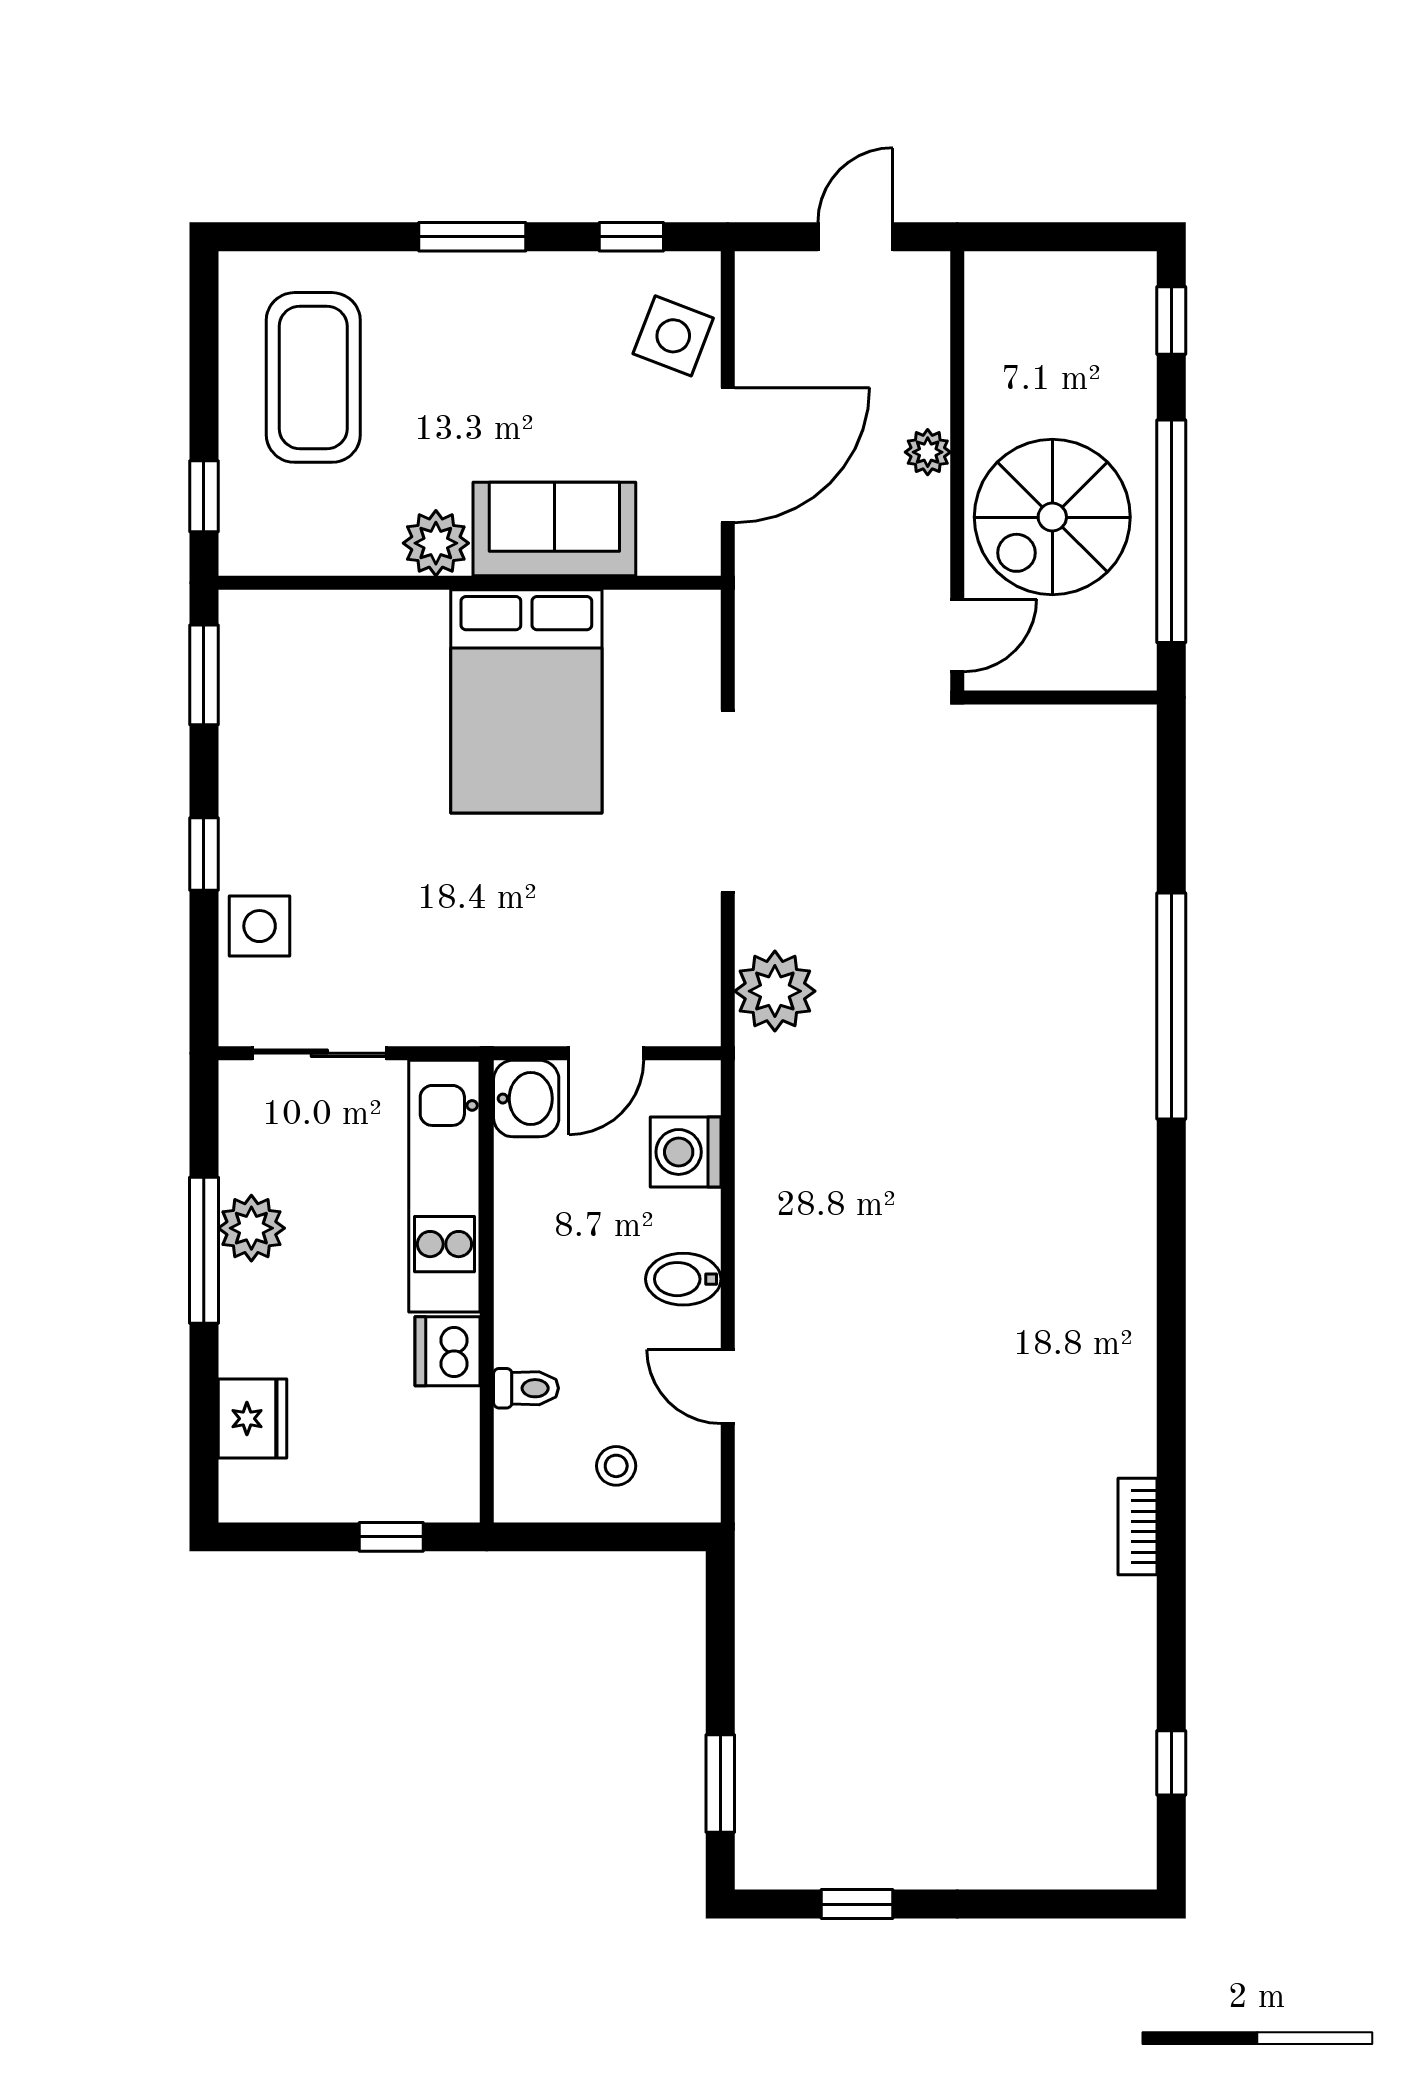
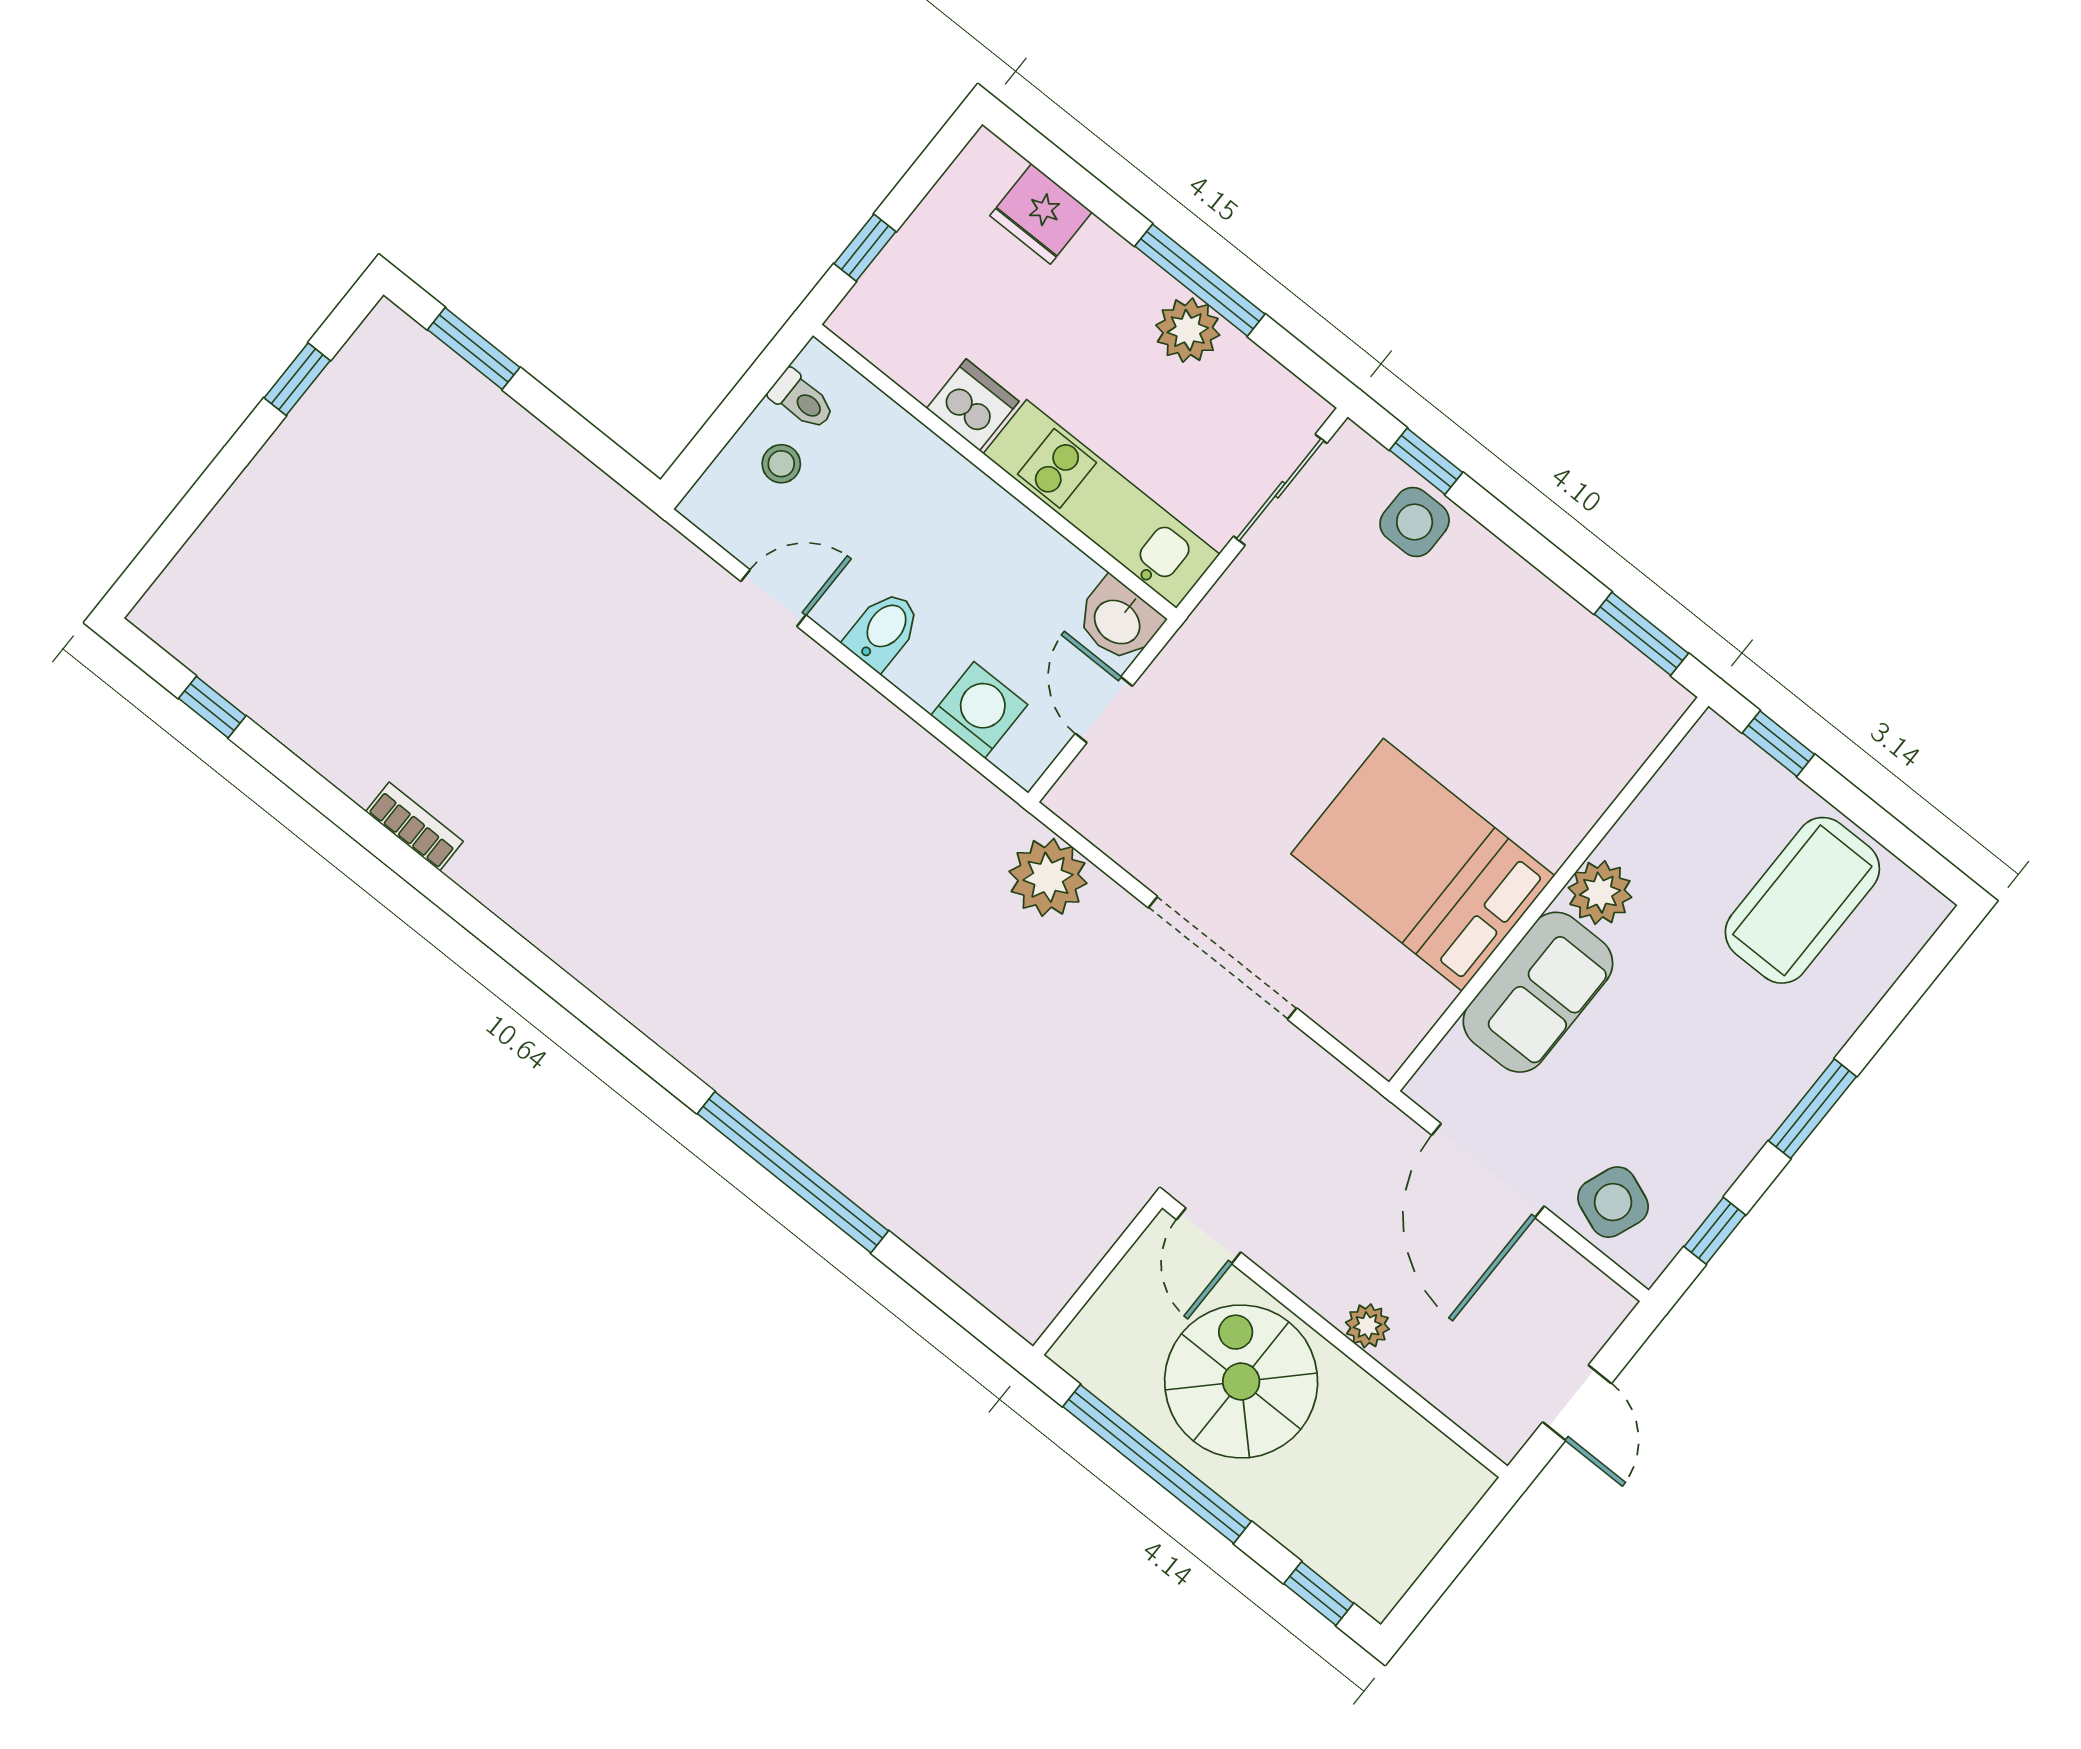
coffee table: (313, 377) -> (1802, 900), turned 90
window: (204, 854) -> (1426, 461), moved
toilet: (526, 1388) -> (802, 400), moved, turned -90

